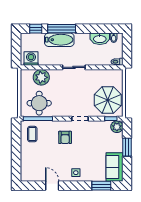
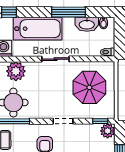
window: (62, 29) -> (69, 12), moved
bathtub: (59, 40) -> (38, 29), width x1.36, depth x1.36
parasol: (108, 100) -> (89, 87), moved

